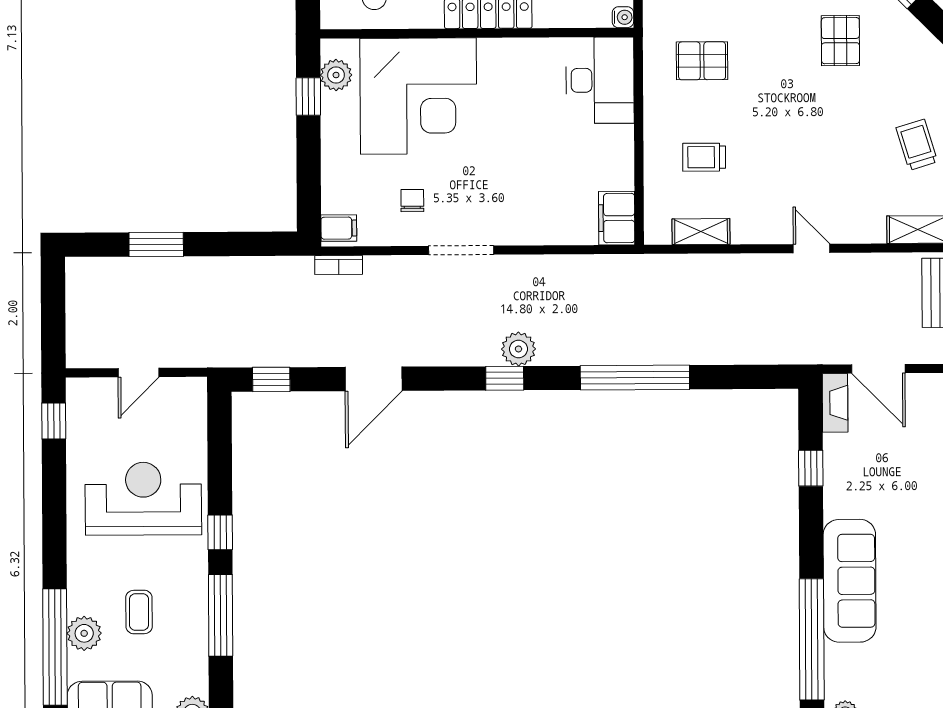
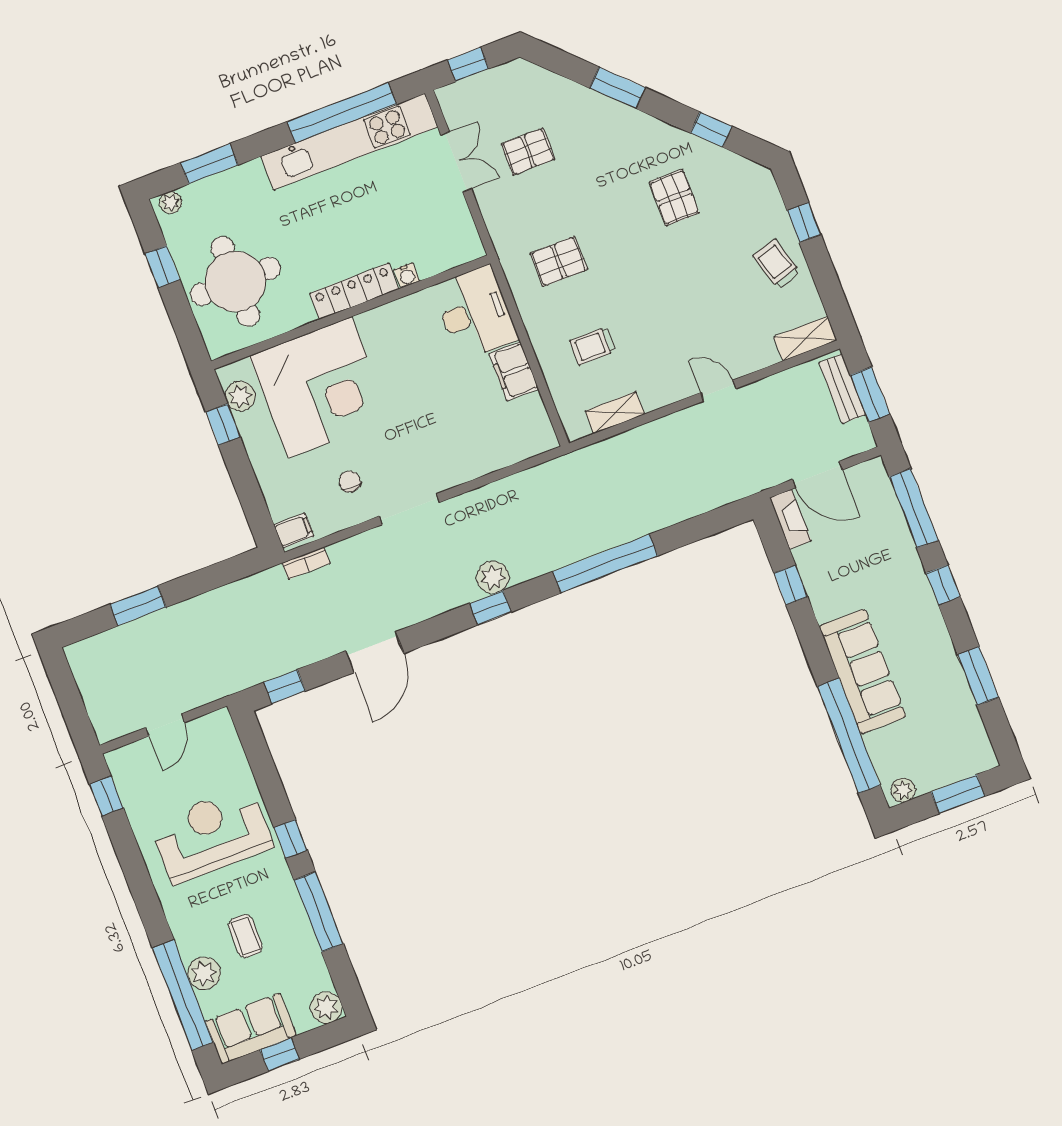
water cooler: (623, 17) -> (407, 275), moved, turned 90
filing cabinet: (617, 218) -> (514, 371), moved

